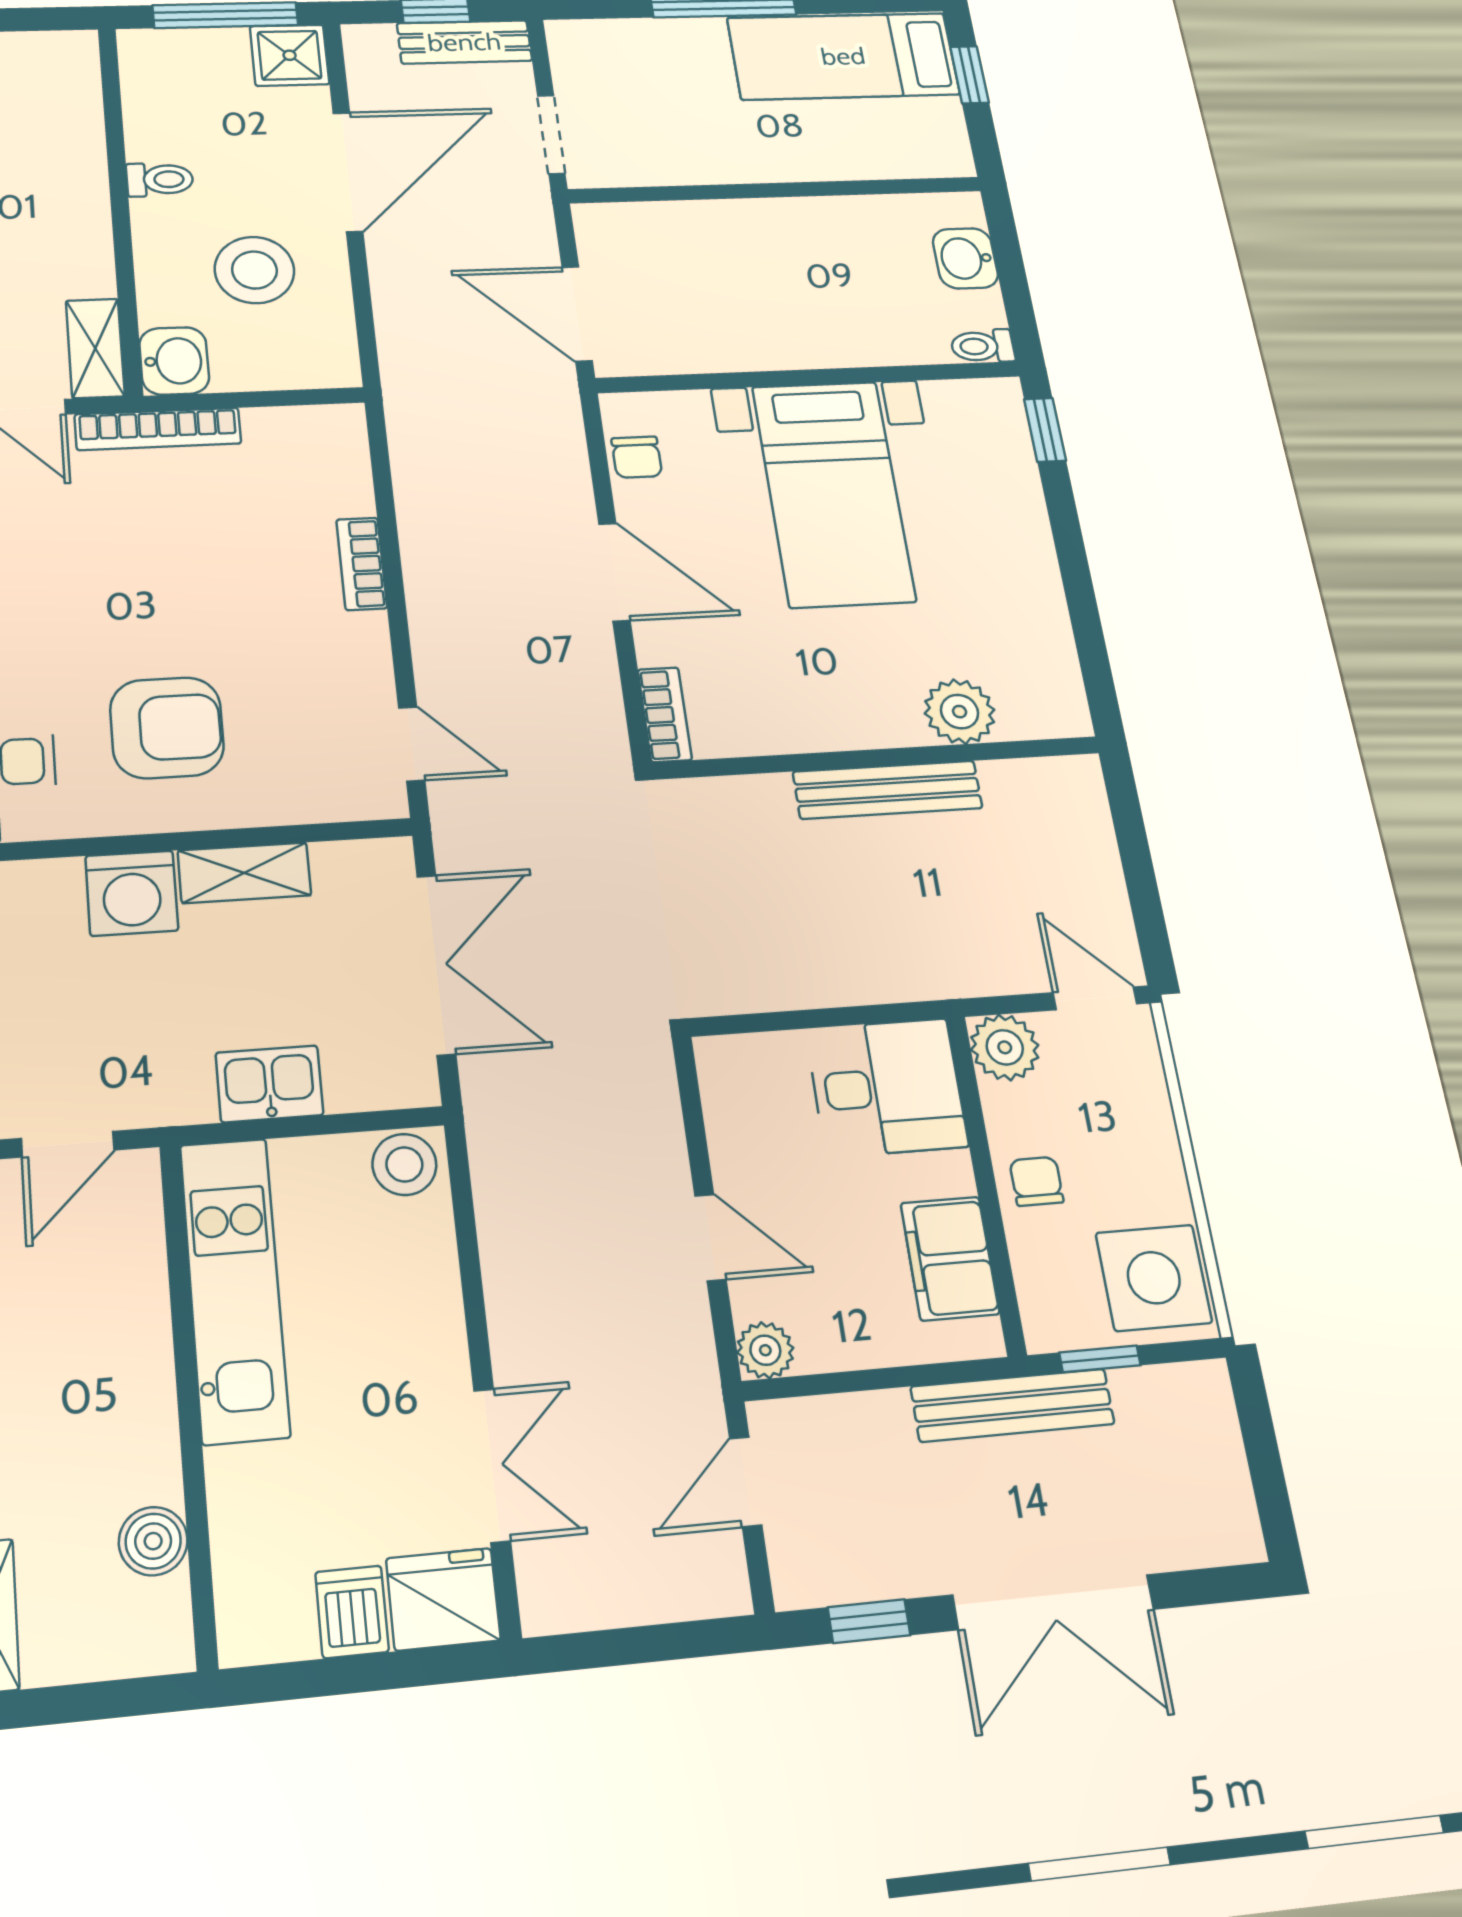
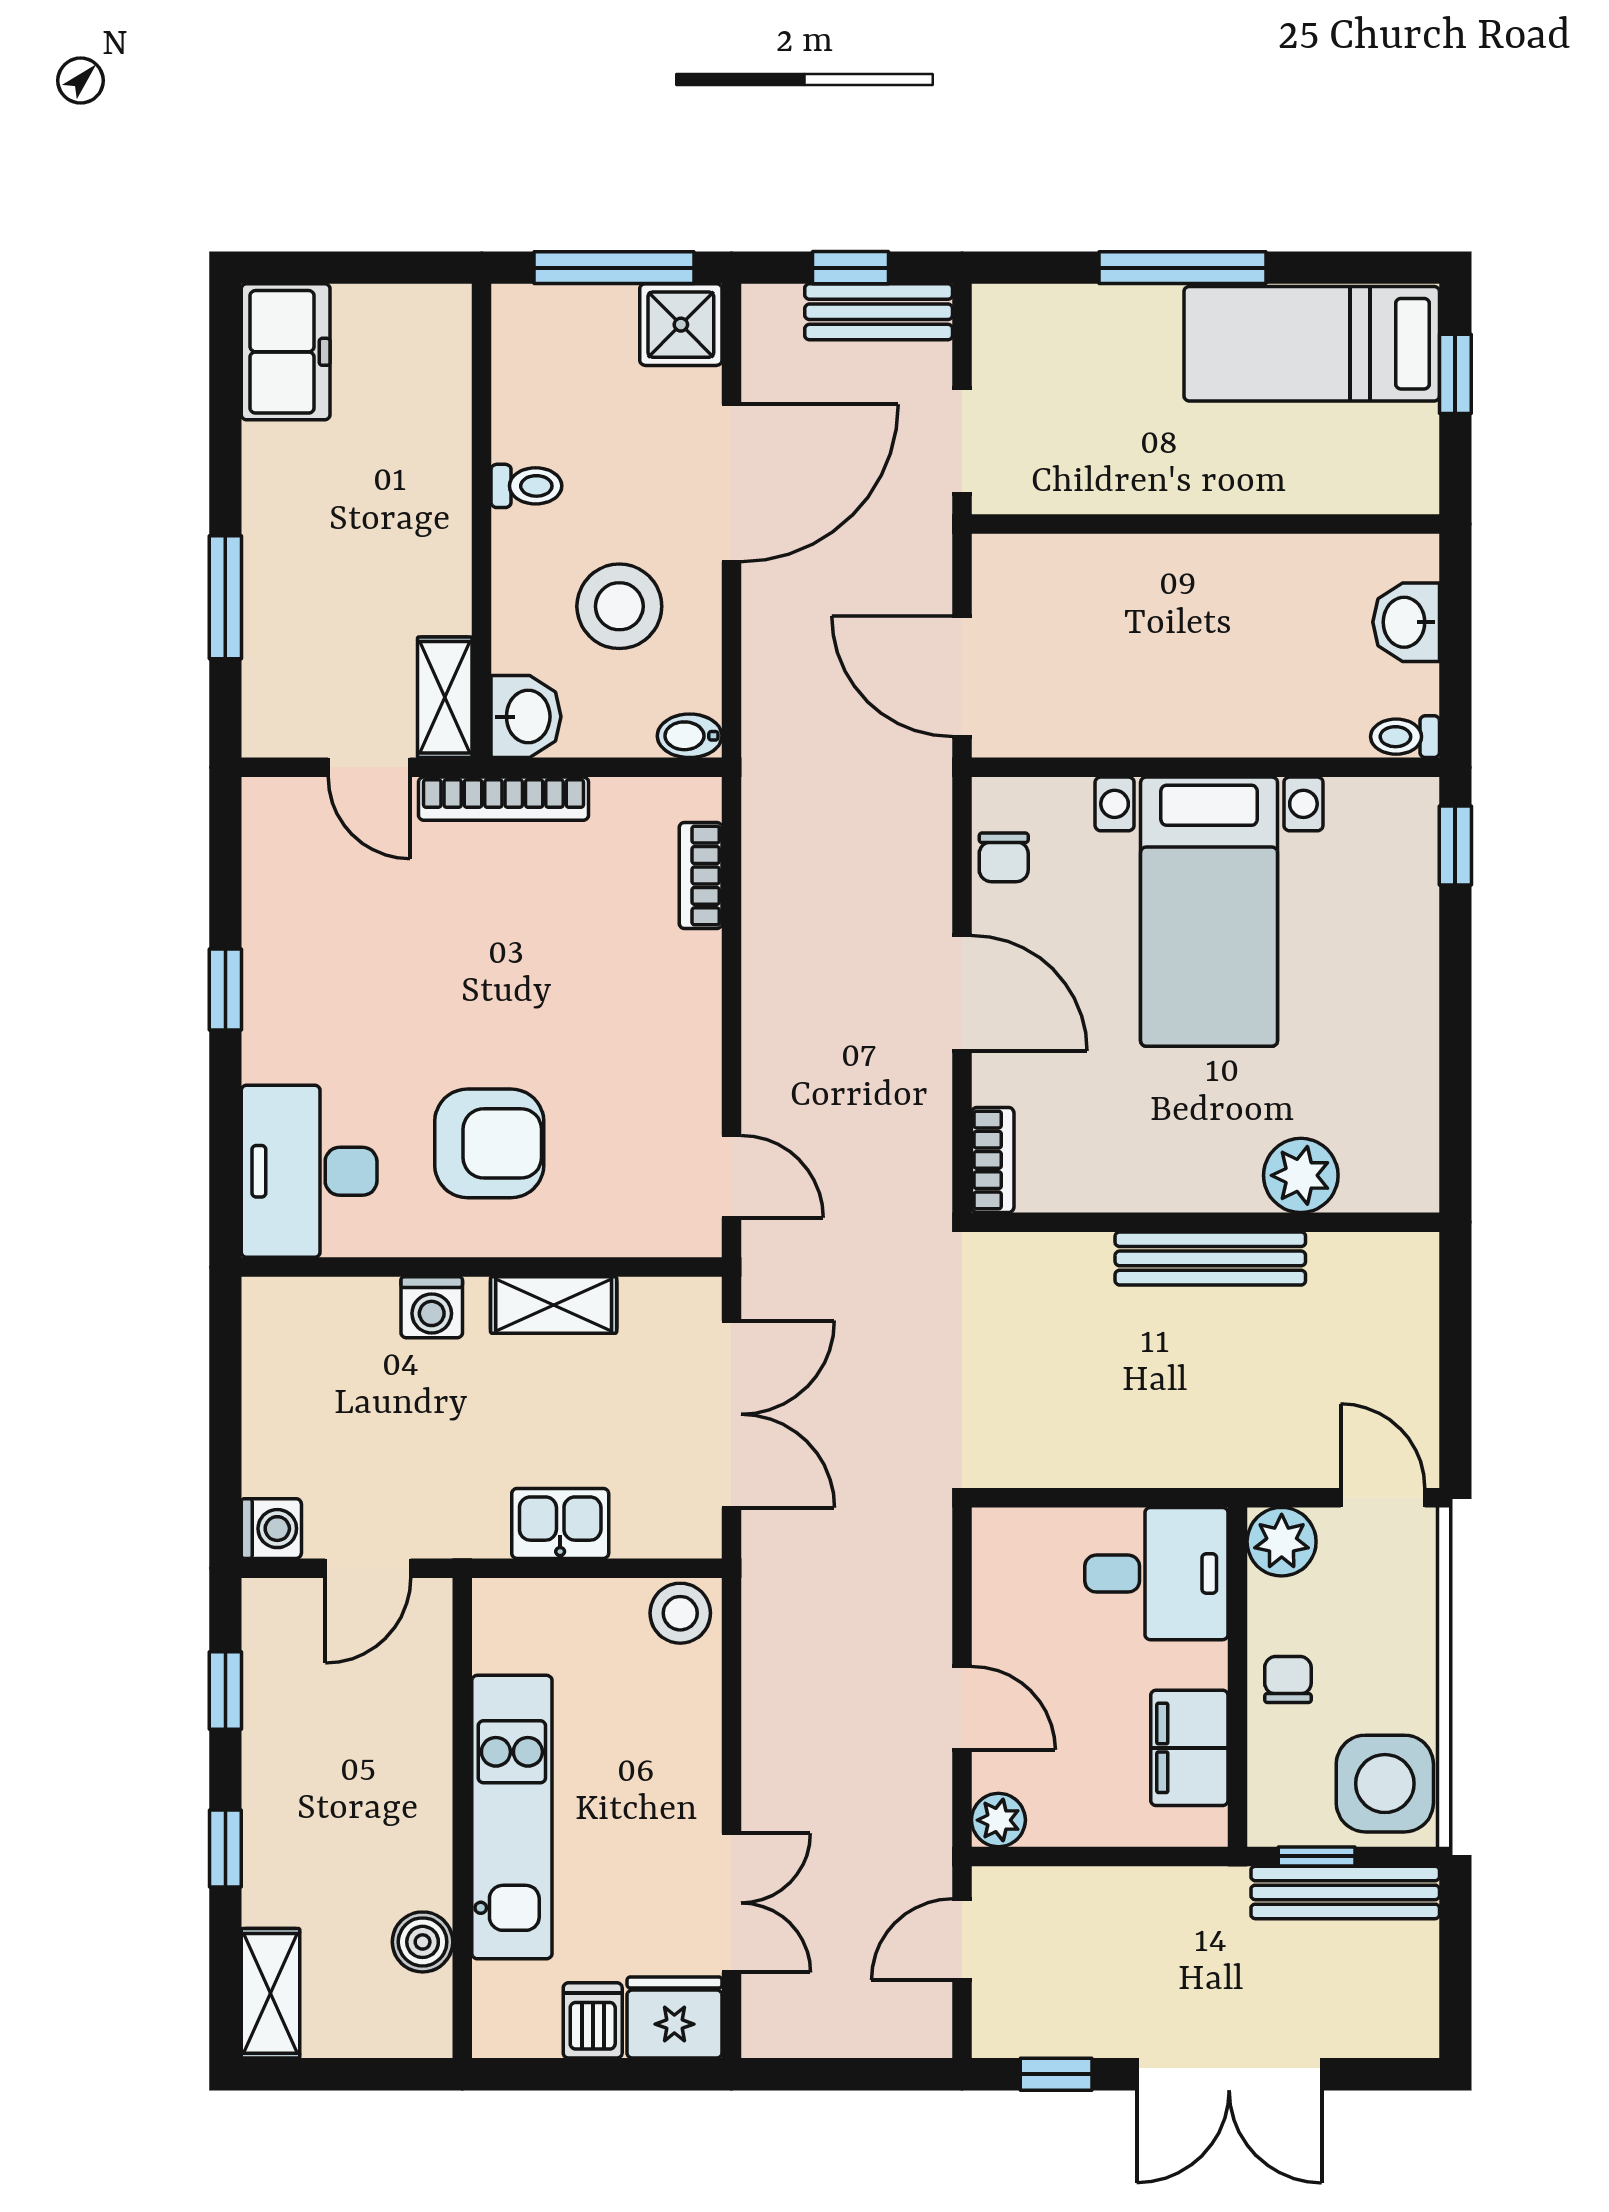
bidet: (331, 371) -> (690, 736), added
bookcase: (362, 564) -> (701, 875), moved
washing machine: (132, 893) -> (432, 1307), width x0.73, depth x0.73
kitchen unit: (234, 1289) -> (512, 1817), moved
bench: (1013, 1405) -> (1345, 1892), moved

